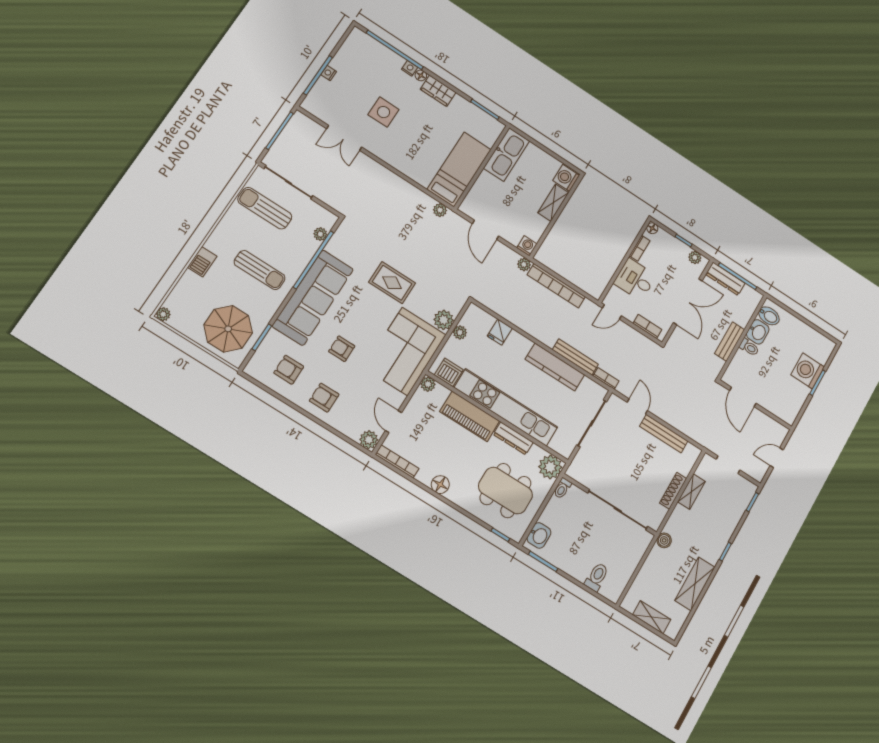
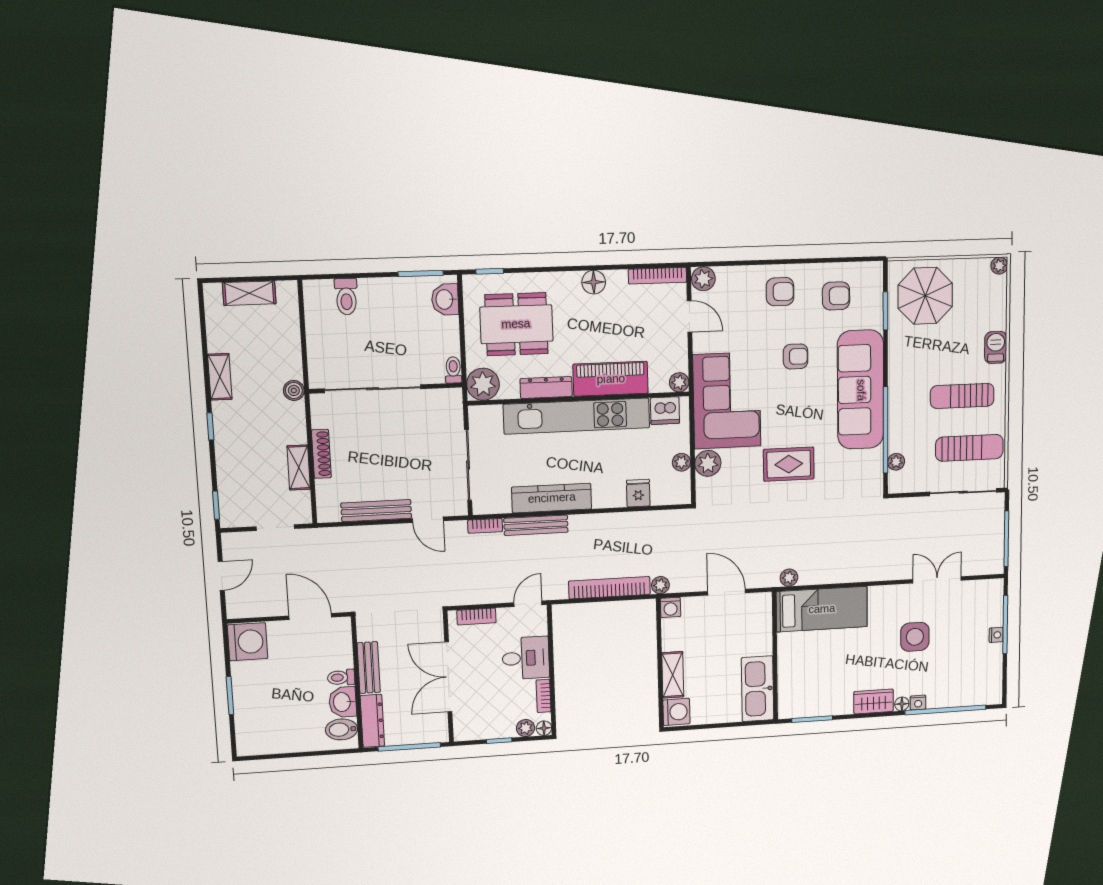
bed: (459, 169) -> (822, 609), moved, turned -90
plant: (695, 257) -> (526, 728), moved
sun lounger: (260, 270) -> (962, 396), moved
dresser: (725, 279) -> (372, 721), moved, turned 90
washing machine: (808, 371) -> (248, 642), moved
shelving: (695, 584) -> (220, 377), width x0.67, depth x0.75

